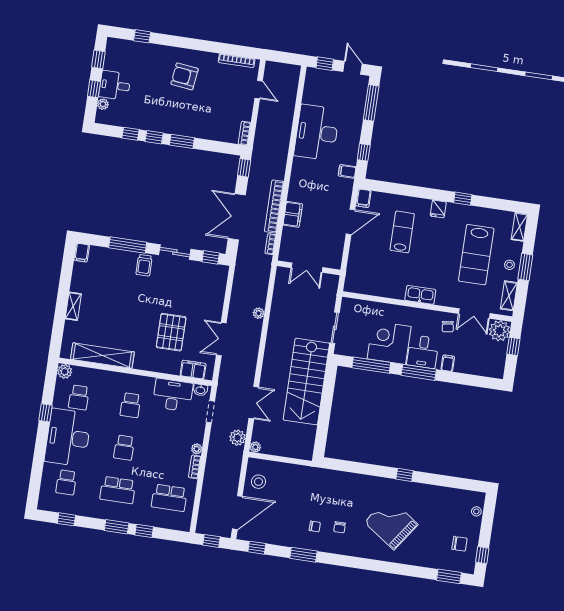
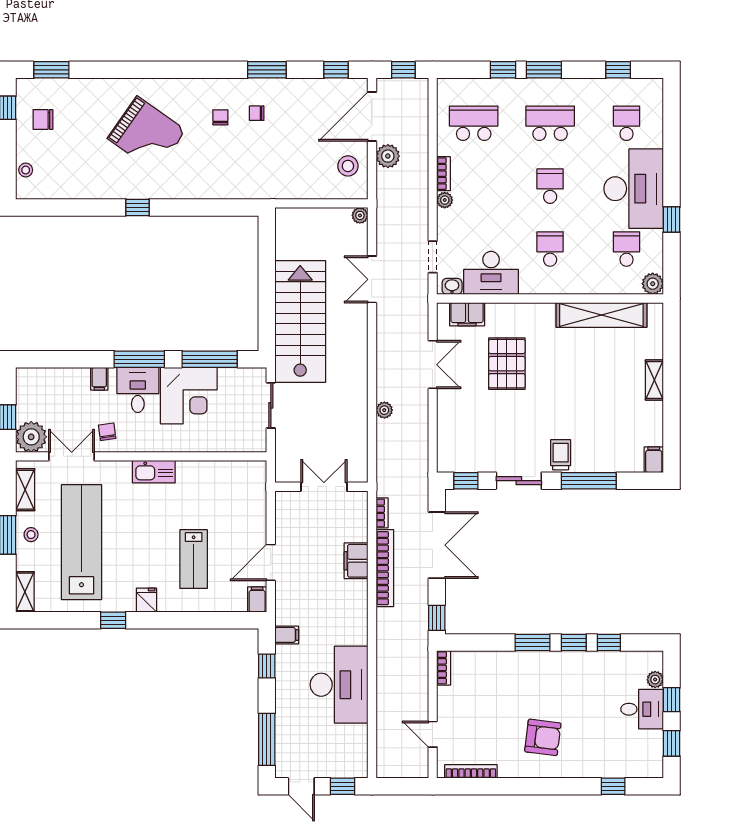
lab bench: (476, 255) -> (82, 542), width x1.36
plant: (238, 438) -> (388, 156), moved

